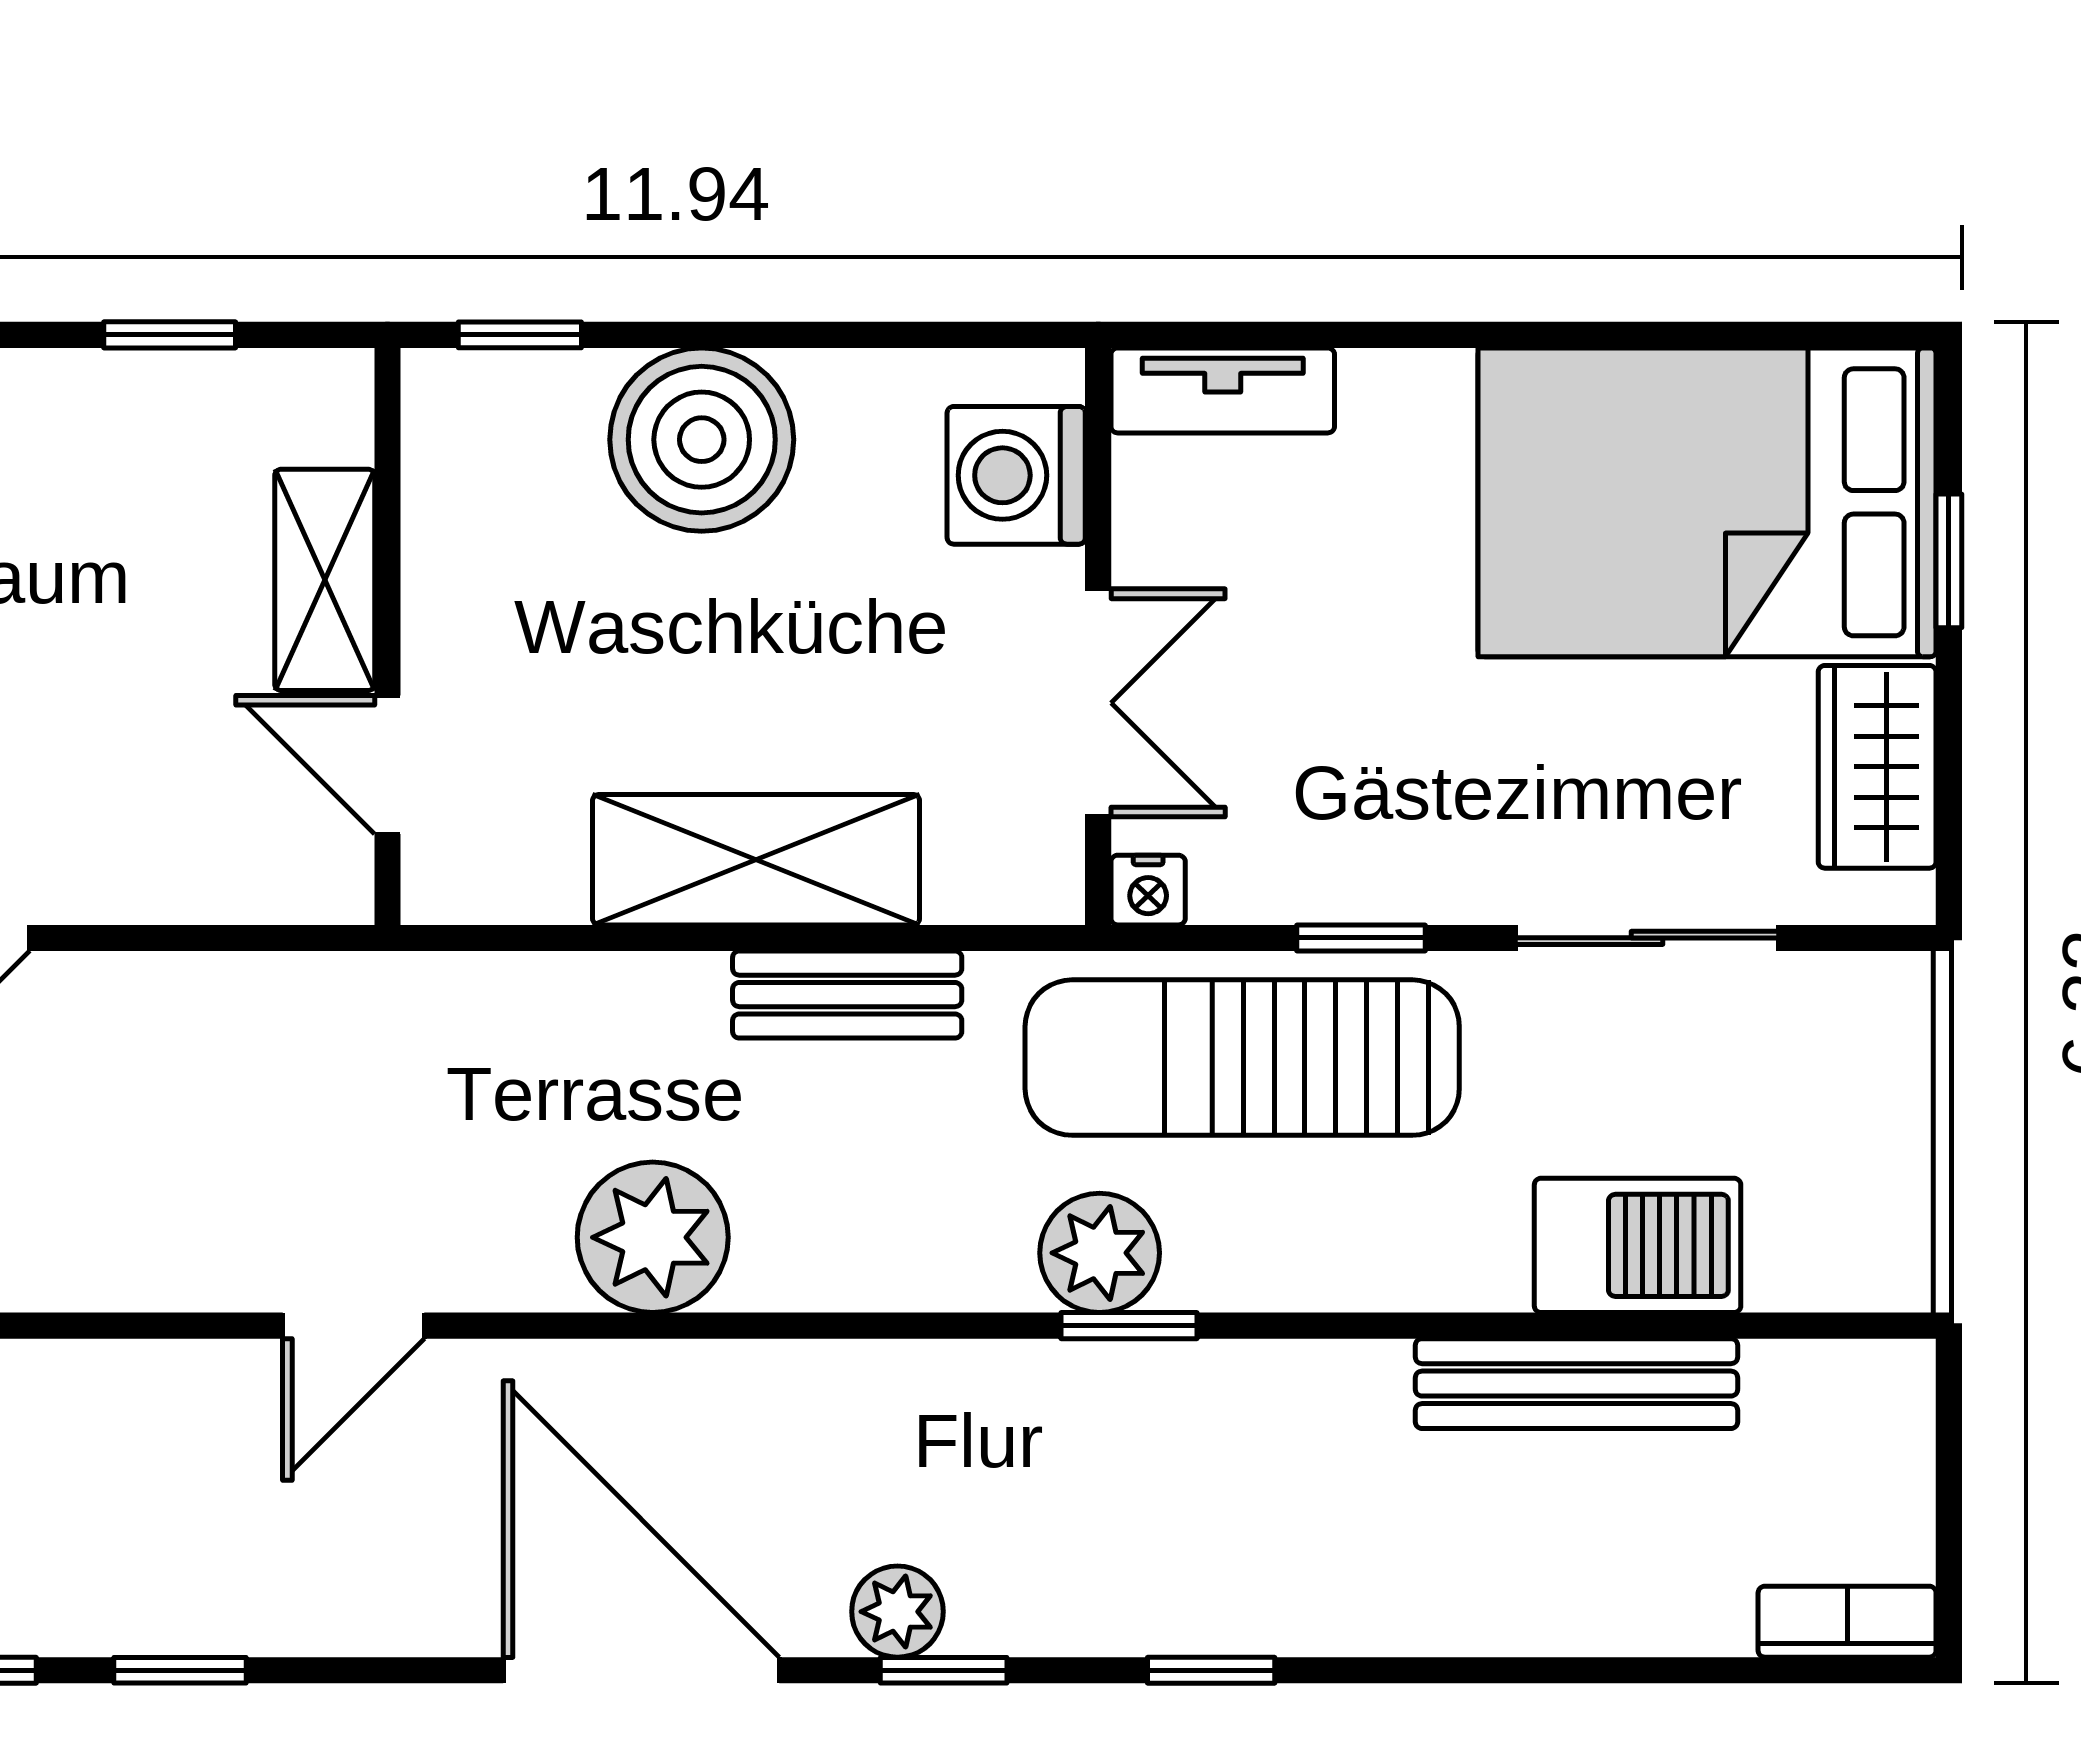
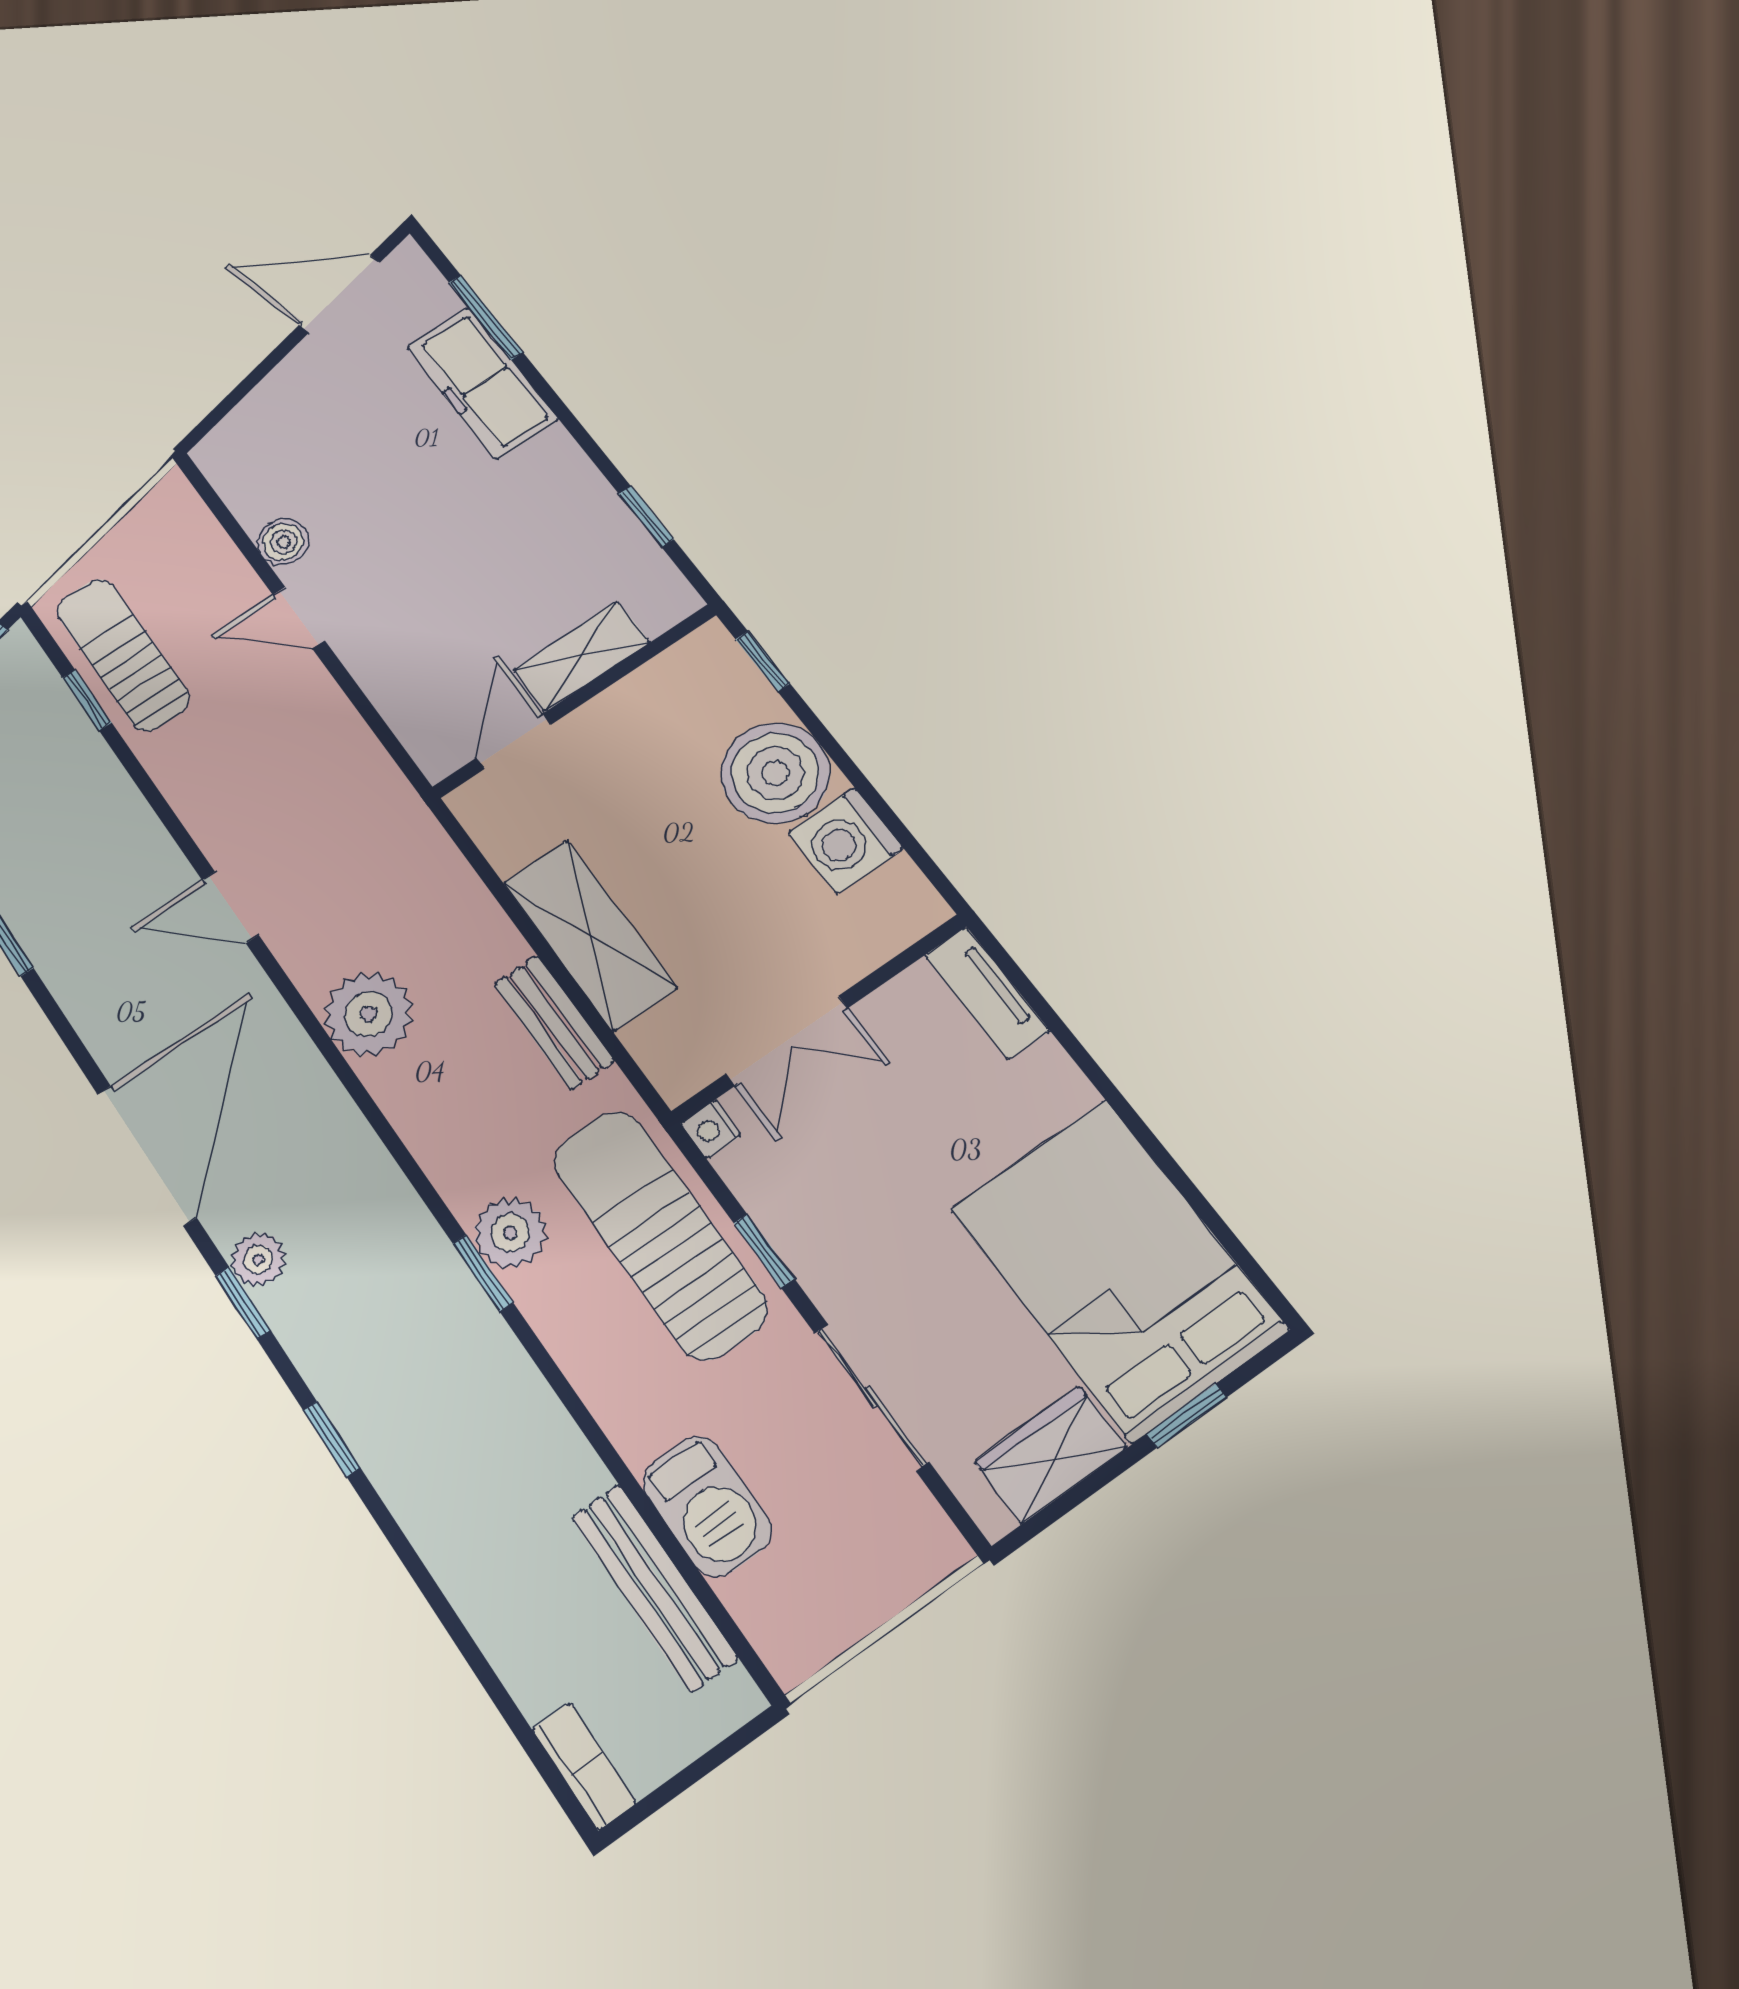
washing machine: (1016, 475) -> (846, 840), moved, turned -90
bench: (1576, 1384) -> (654, 1587), moved

